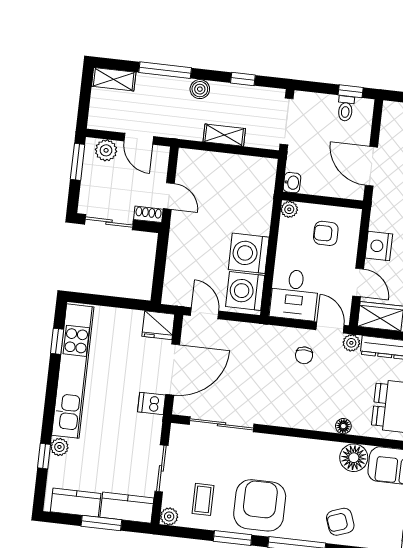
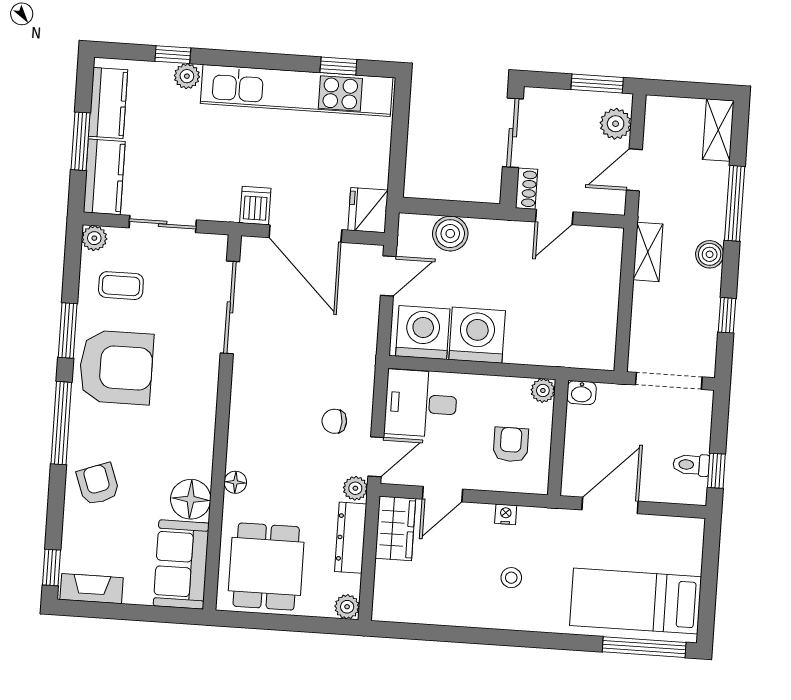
shelving: (224, 135) -> (648, 252), moved
nightstand: (379, 246) -> (506, 514), width x0.53, depth x0.56
boiler: (177, 269) -> (450, 234), added

